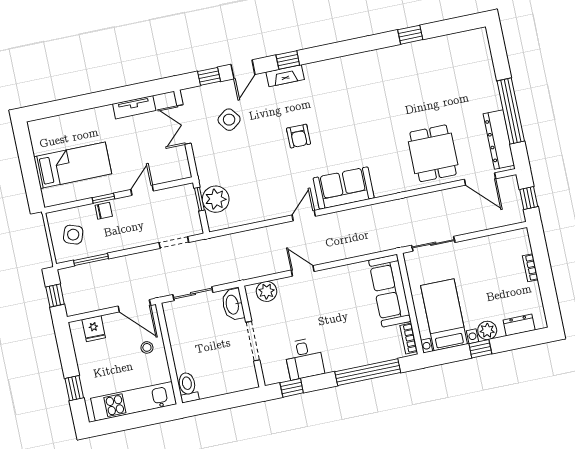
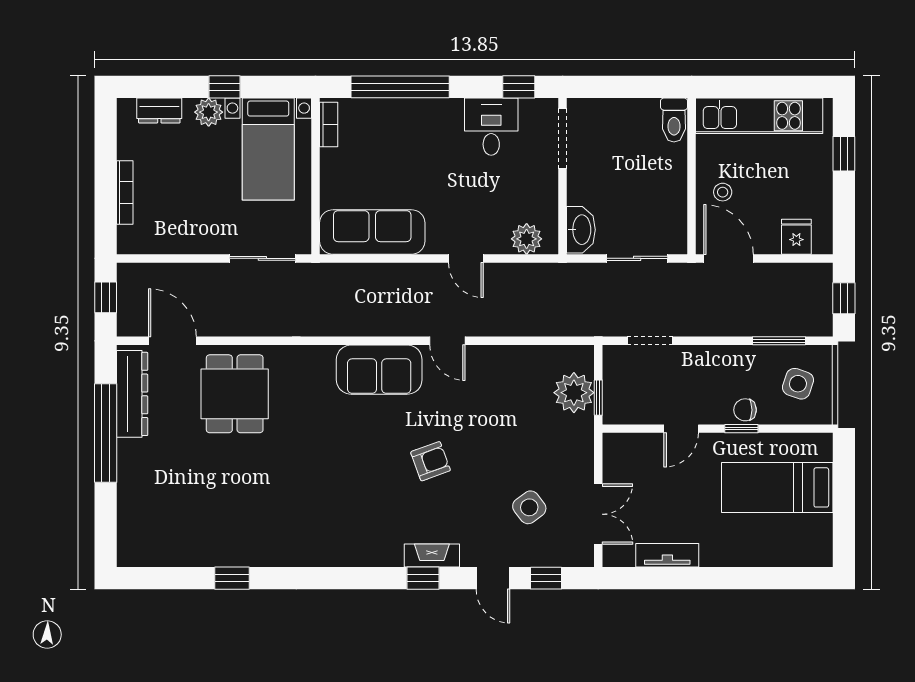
door: (243, 69) -> (493, 578), swing flipped
armchair: (299, 136) -> (431, 461), turned 70
door: (304, 216) -> (447, 341), hinge flipped
bookcase: (530, 268) -> (125, 193), width x1.56
sofa: (390, 291) -> (372, 232), moved, turned -90
doorway: (253, 341) -> (563, 139), moved

